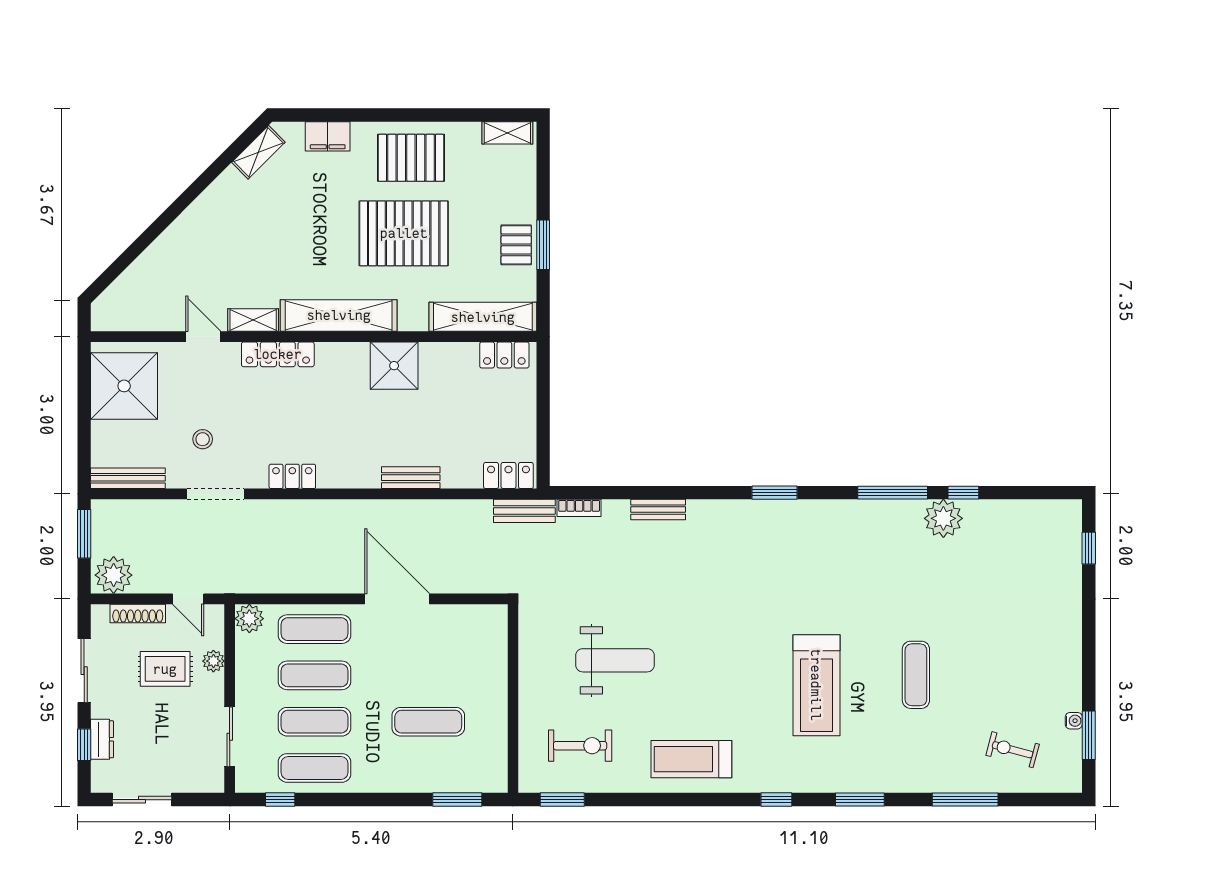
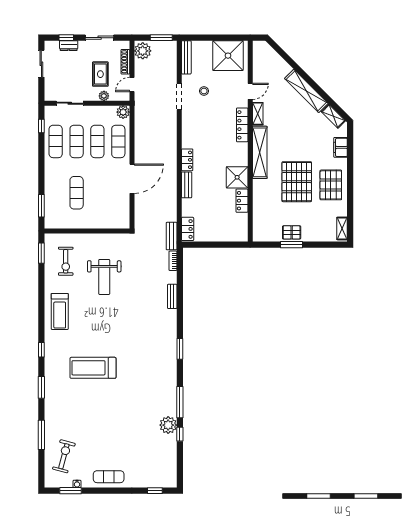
shelving: (483, 317) -> (306, 91), moved, turned -45
locker: (504, 355) -> (242, 201), moved
locker: (292, 476) -> (187, 160), moved
exercise mat: (916, 675) -> (109, 477), moved
exercise bike: (1013, 750) -> (64, 456), width x1.38, depth x1.39
treadmill: (691, 759) -> (60, 311), turned 180

